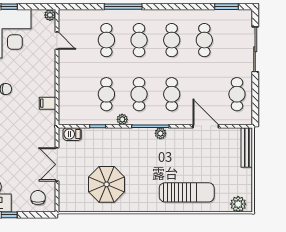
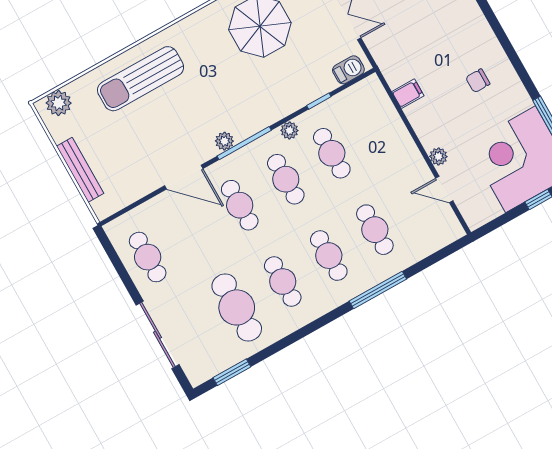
plant: (50, 15) -> (438, 156), moved
cafe table: (204, 40) -> (237, 307), width x1.37, depth x1.35
door: (206, 126) -> (184, 177), moved
bench: (247, 148) -> (80, 170), moved

